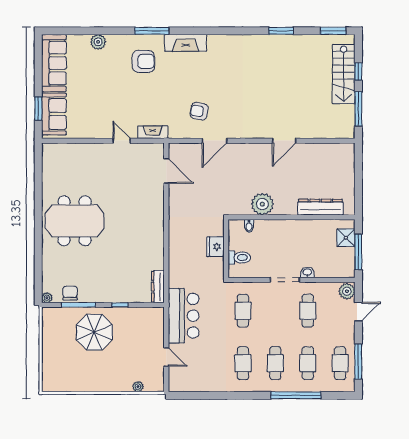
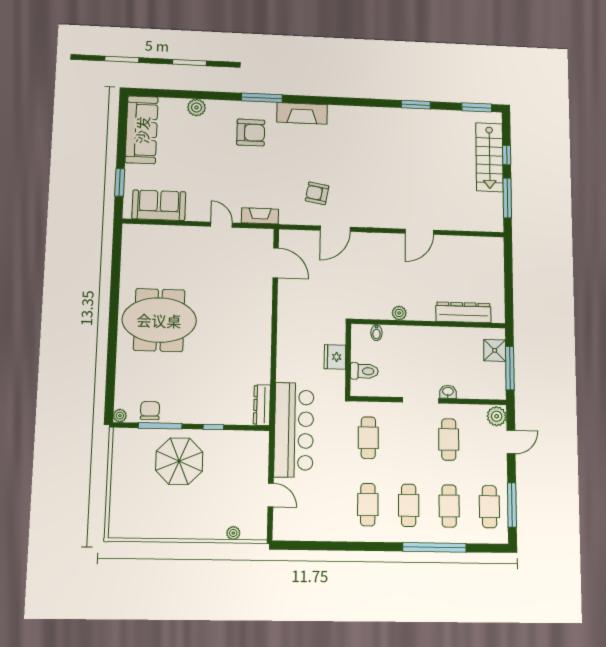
sofa: (54, 114) -> (159, 205), moved, turned -90
plant: (262, 204) -> (399, 313), width x0.53, depth x0.53
bar counter: (184, 316) -> (294, 430), width x1.36

